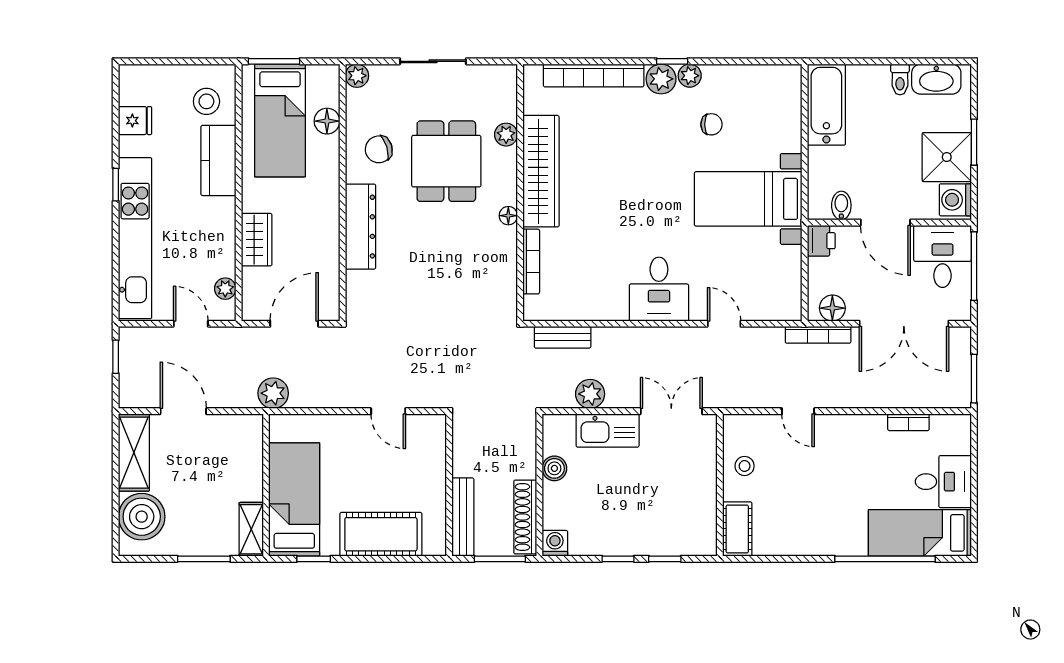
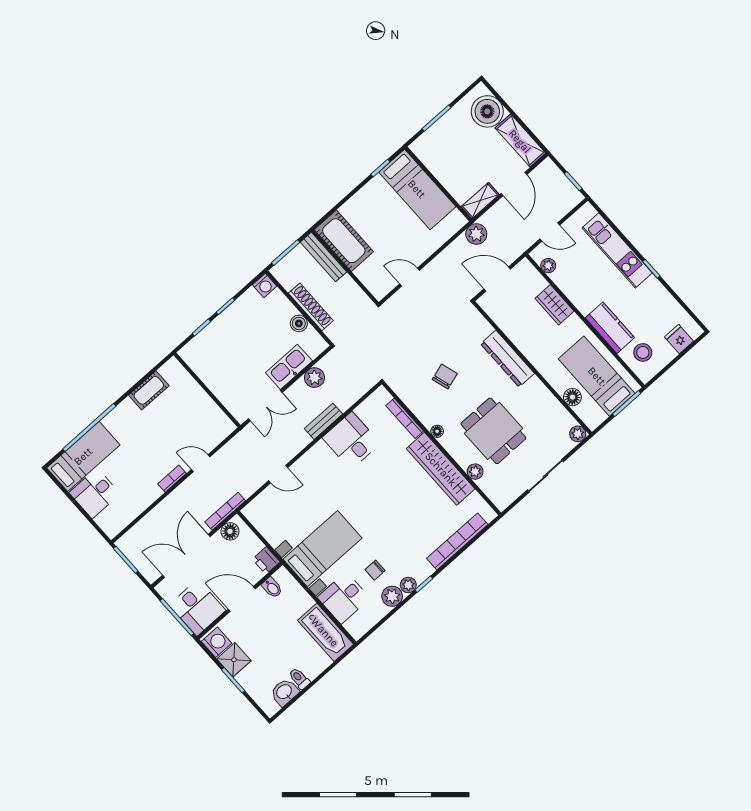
plant: (661, 79) -> (392, 596), moved
washbasin: (936, 79) -> (284, 692), width x0.72
fridge: (135, 121) -> (679, 339), moved, turned 90
desk: (773, 125) -> (344, 598), added
chair: (379, 149) -> (445, 376), moved
shower: (947, 157) -> (234, 660), width x0.73, depth x0.73
kitchen unit: (135, 238) -> (617, 250), width x0.73
desk: (659, 289) -> (351, 441), moved
door: (294, 324) -> (497, 279), swing flipped
bench: (563, 337) -> (324, 421), moved
door: (183, 411) -> (514, 184), hinge flipped
bookcase: (908, 422) -> (172, 479), moved
stool: (745, 466) -> (203, 411), removed
shoe rack: (525, 517) -> (311, 307), moved
shelving: (251, 529) -> (480, 201), moved, turned 90
cot: (737, 529) -> (149, 390), moved, turned 90
cot: (381, 534) -> (344, 241), moved, turned 90

